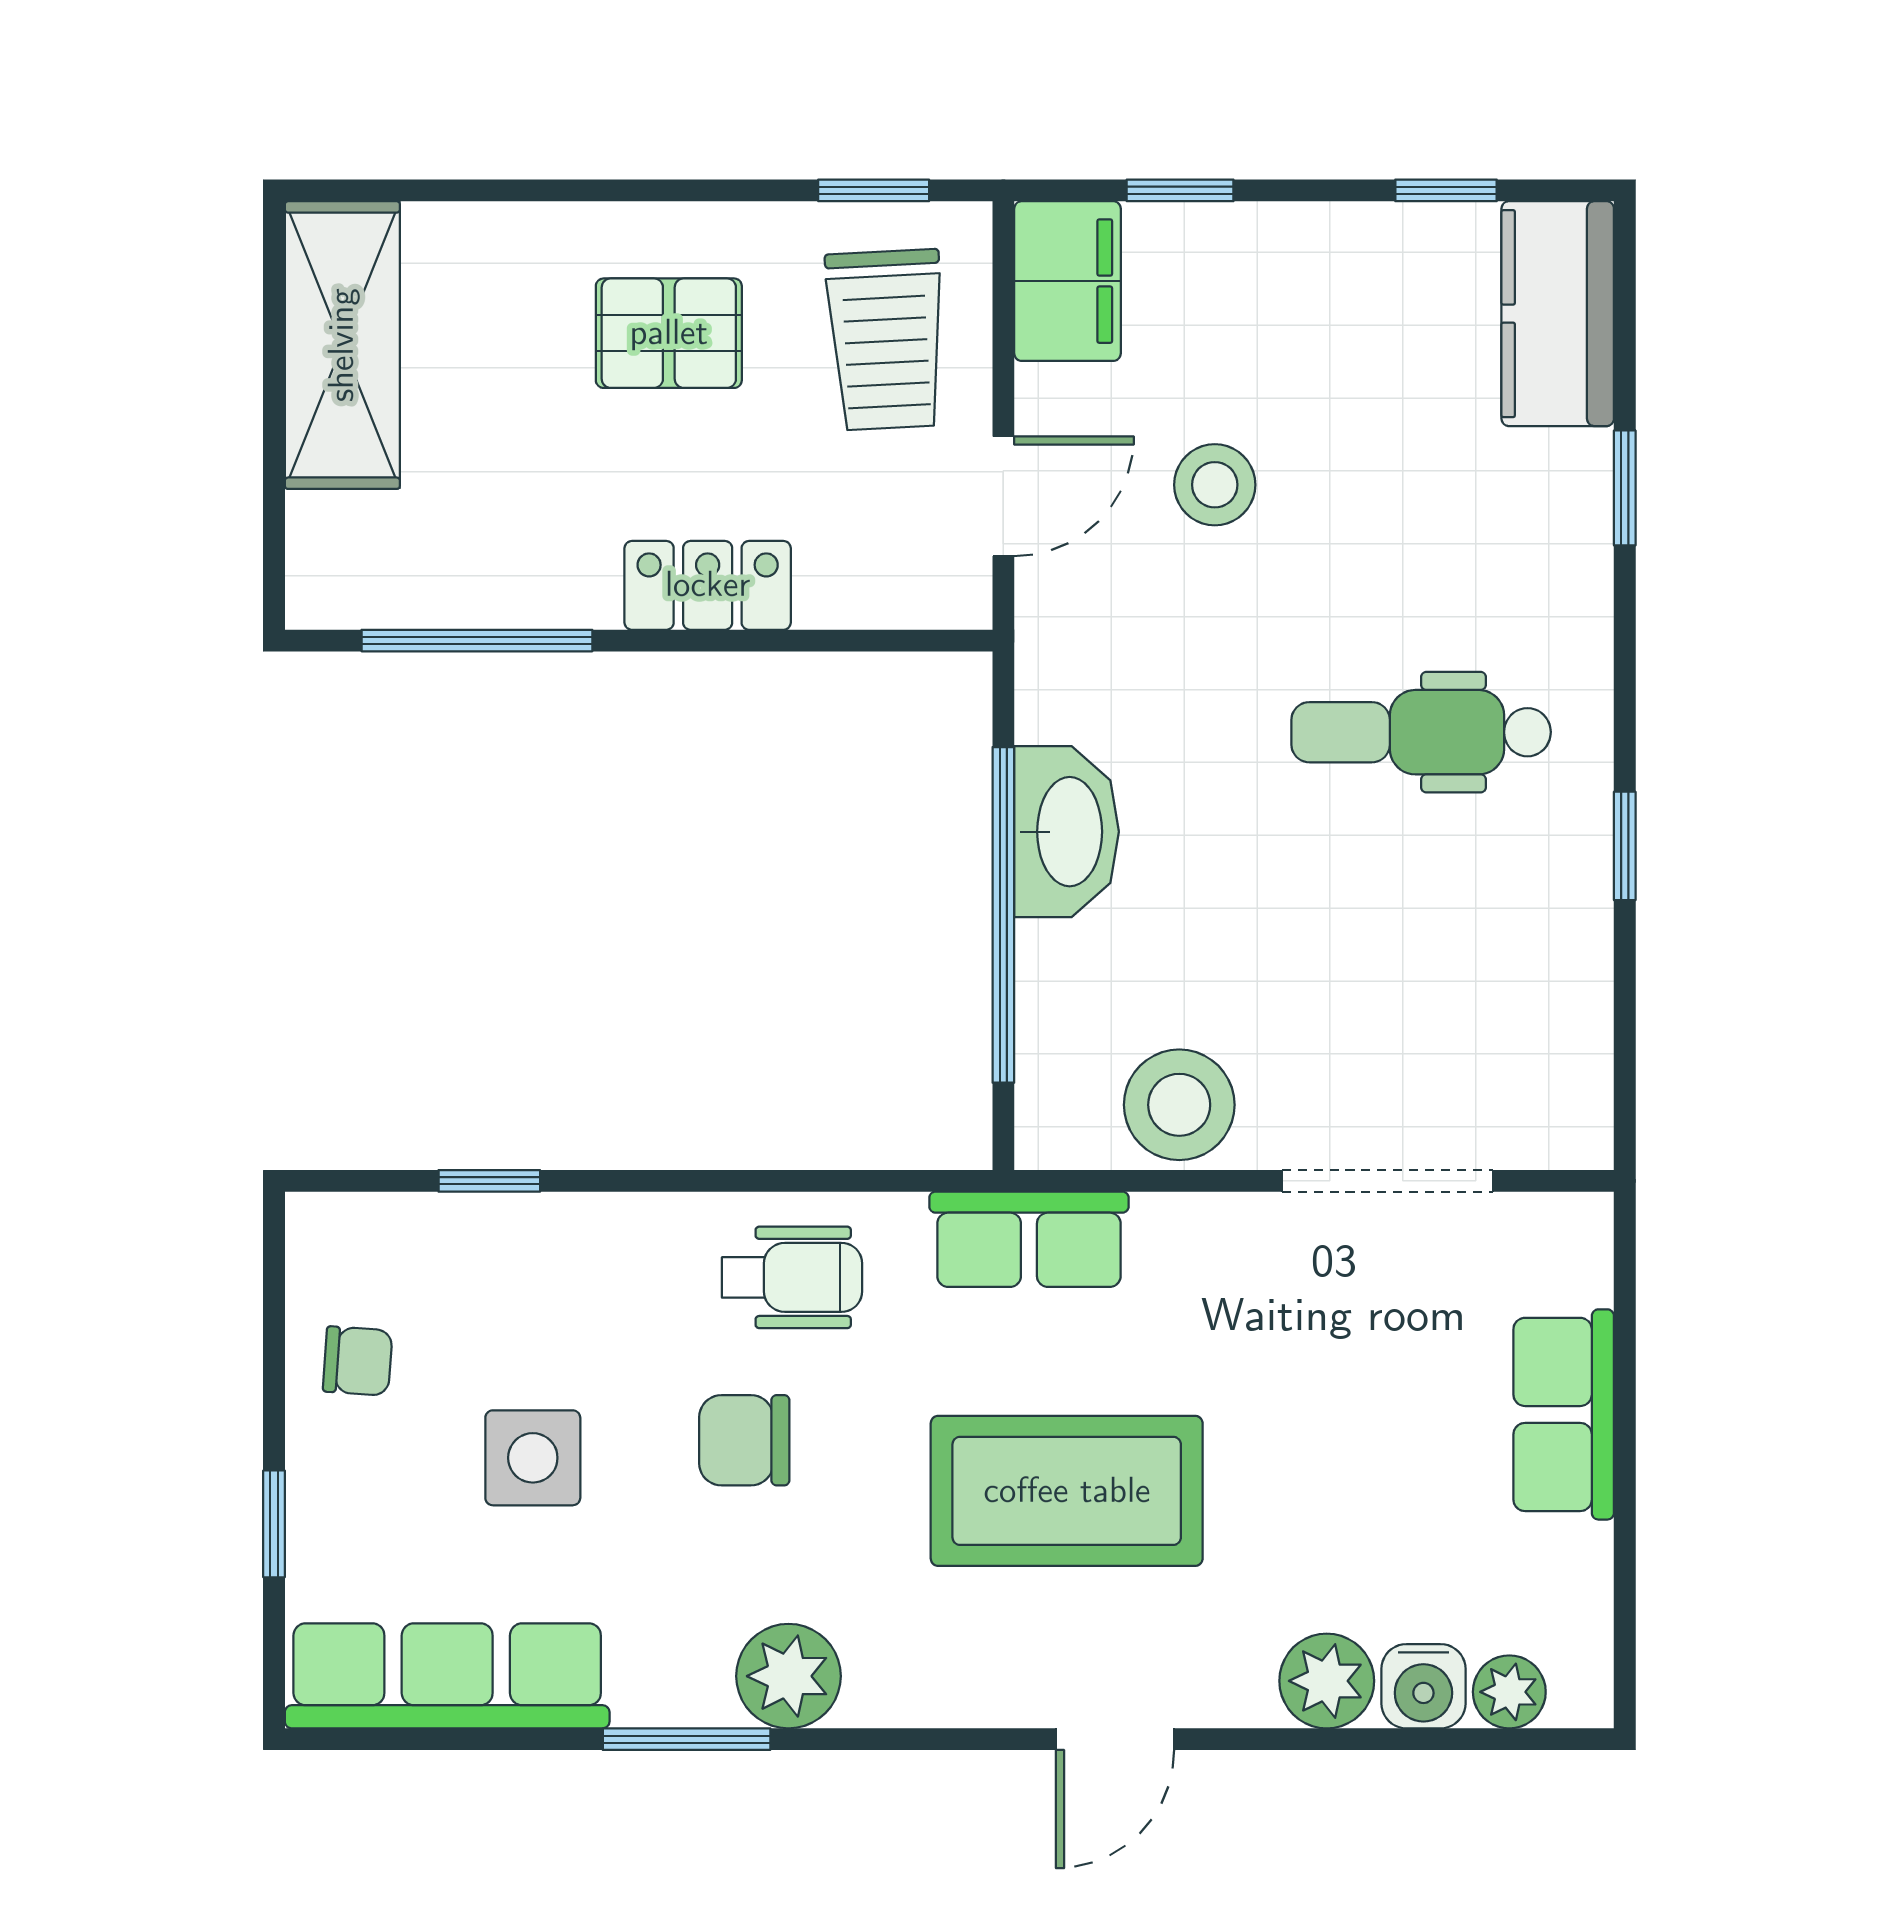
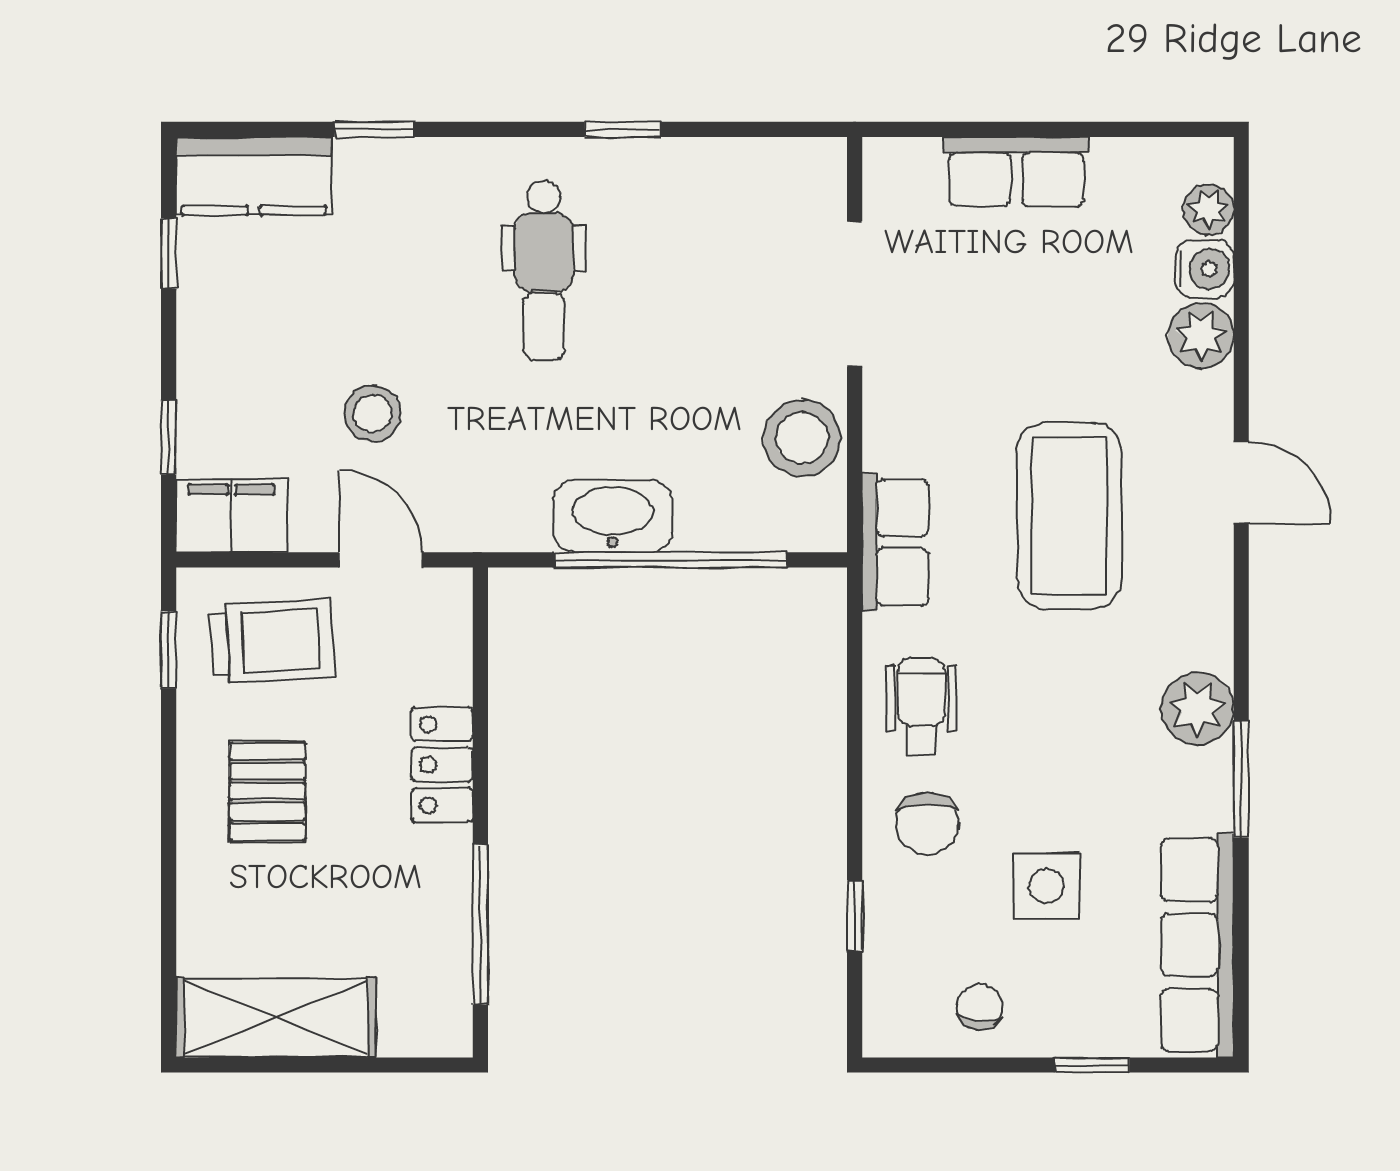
chair: (744, 1440) -> (927, 824), moved

